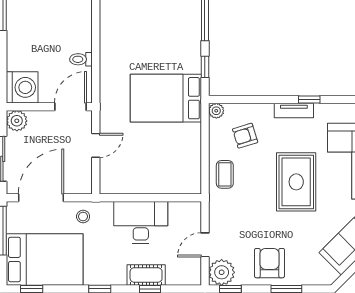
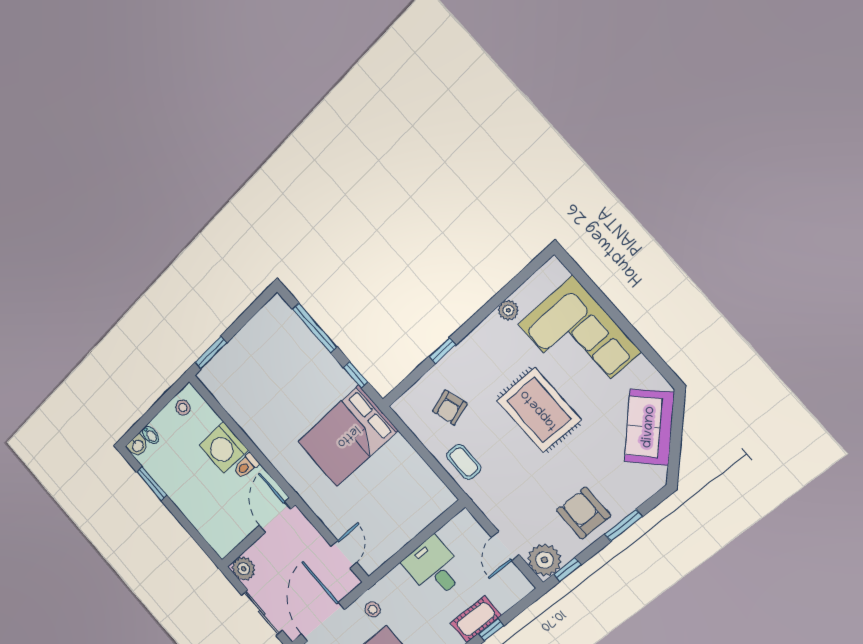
washing machine: (22, 87) -> (224, 448), moved, turned 180
window: (309, 99) -> (443, 351), moved
plant: (216, 111) -> (508, 310), moved
tv unit: (294, 111) -> (474, 341), removed
door: (96, 145) -> (344, 554), moved
desk: (141, 223) -> (434, 568), width x0.73

